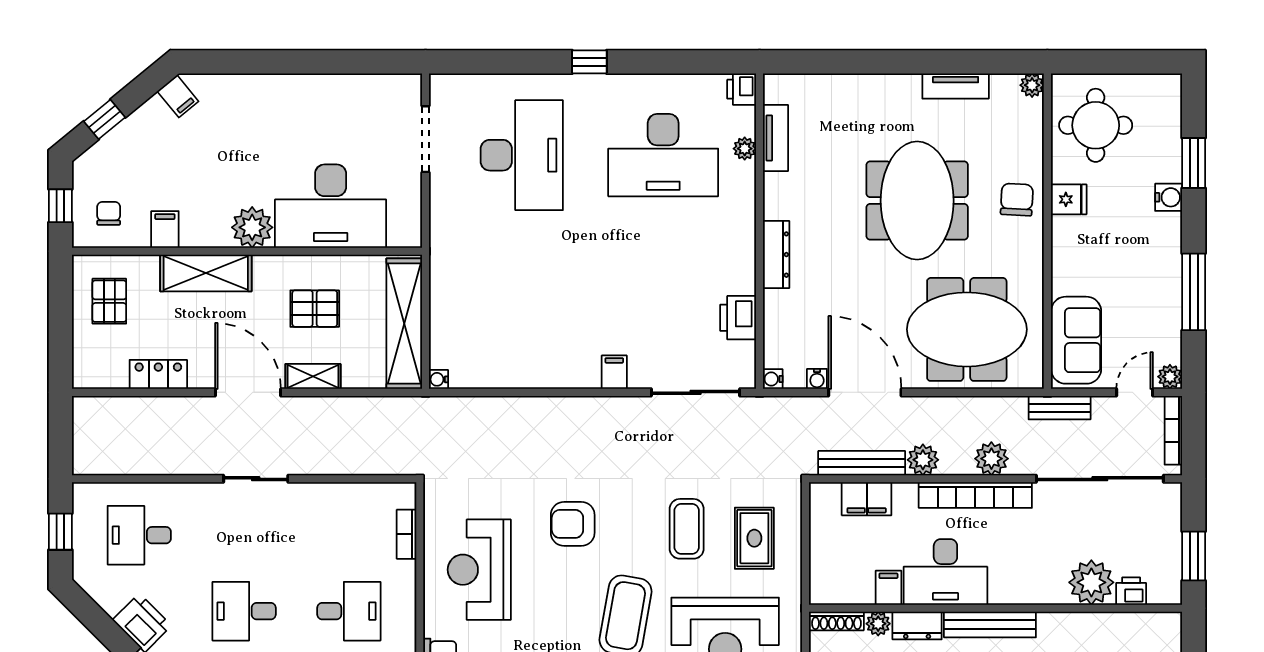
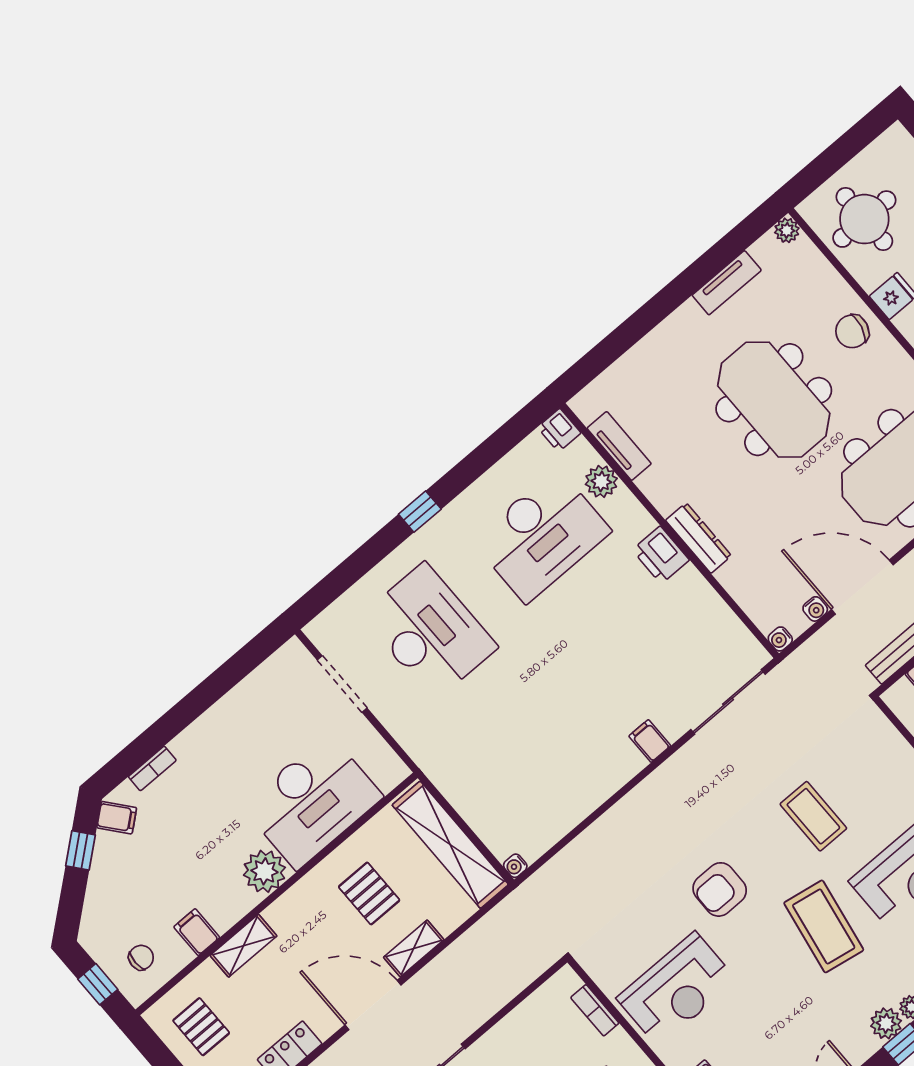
bookcase: (234, 82) -> (152, 768), added
window: (104, 119) -> (80, 850), moved
plant: (745, 149) -> (601, 481), width x1.38, depth x1.38
chair: (1017, 200) -> (852, 331), turned -79
chair: (109, 213) -> (141, 958), turned 90
shelving: (206, 273) -> (243, 946), width x0.67, depth x0.75
pallet: (315, 309) -> (369, 893), turned 90
printer: (738, 318) -> (661, 555), moved
rug: (754, 538) -> (873, 778), removed
reception desk: (479, 570) -> (677, 989), turned -90

